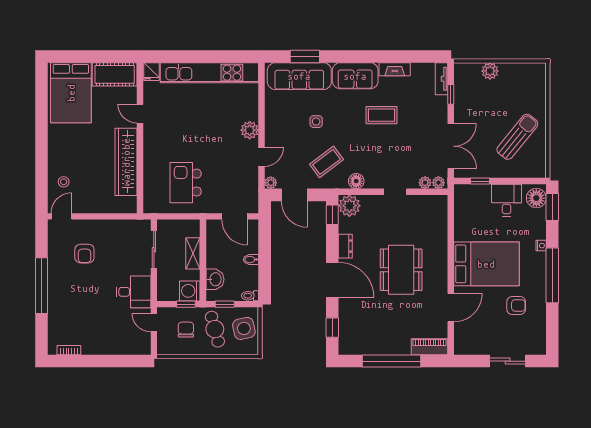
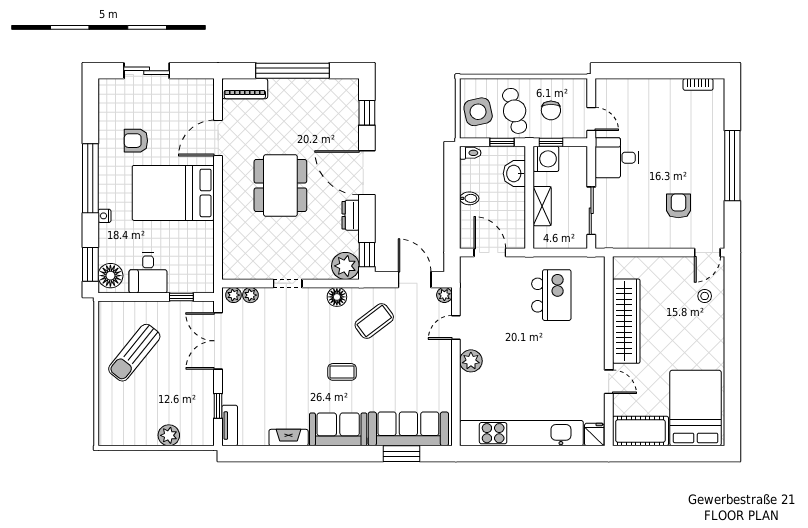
coffee table: (381, 115) -> (342, 372), moved, width x0.73, depth x0.77
side table: (316, 122) -> (387, 372), removed

